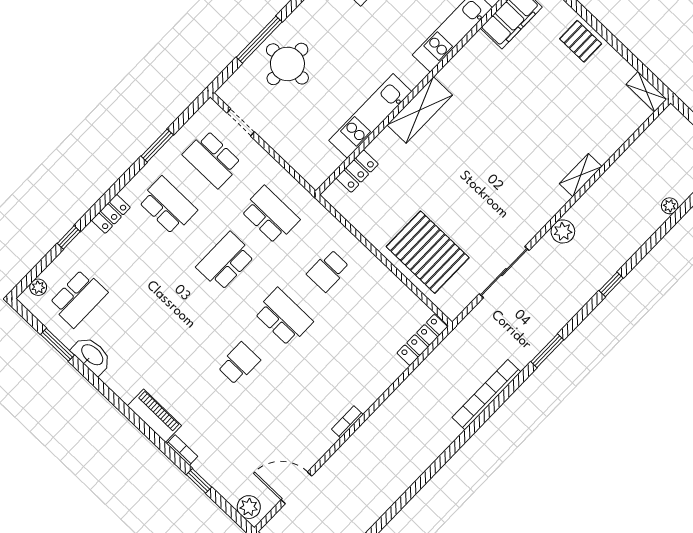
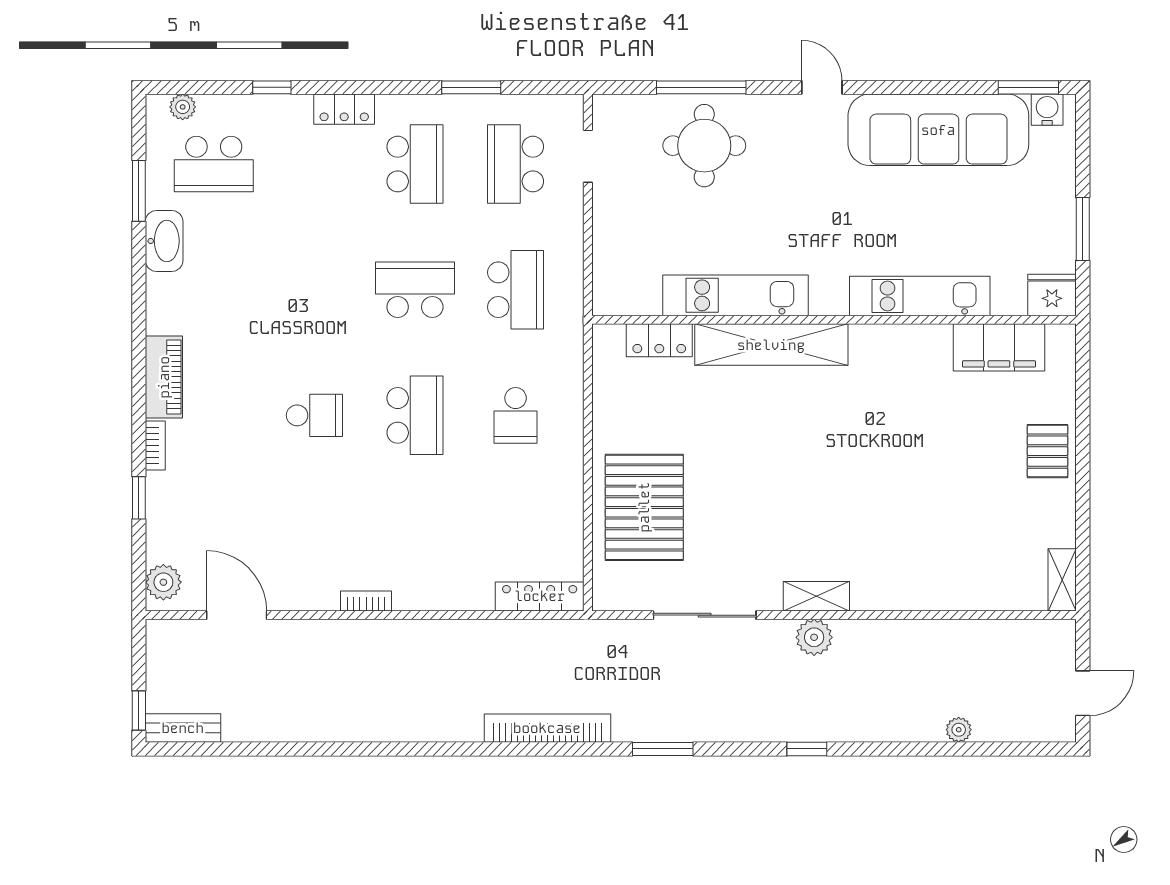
shelving: (420, 110) -> (771, 345), width x1.47
shelving: (581, 175) -> (816, 596), moved
school desk: (328, 271) -> (516, 415), turned -90

